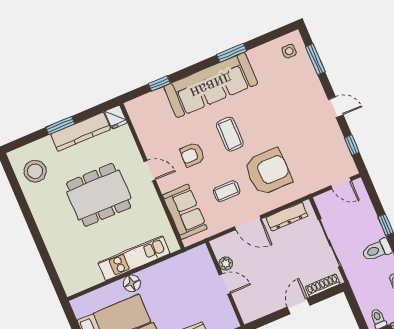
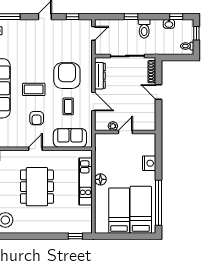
door: (248, 223) -> (93, 102), hinge flipped
window: (54, 276) -> (75, 236), added
floor lamp: (132, 283) -> (100, 179), moved

